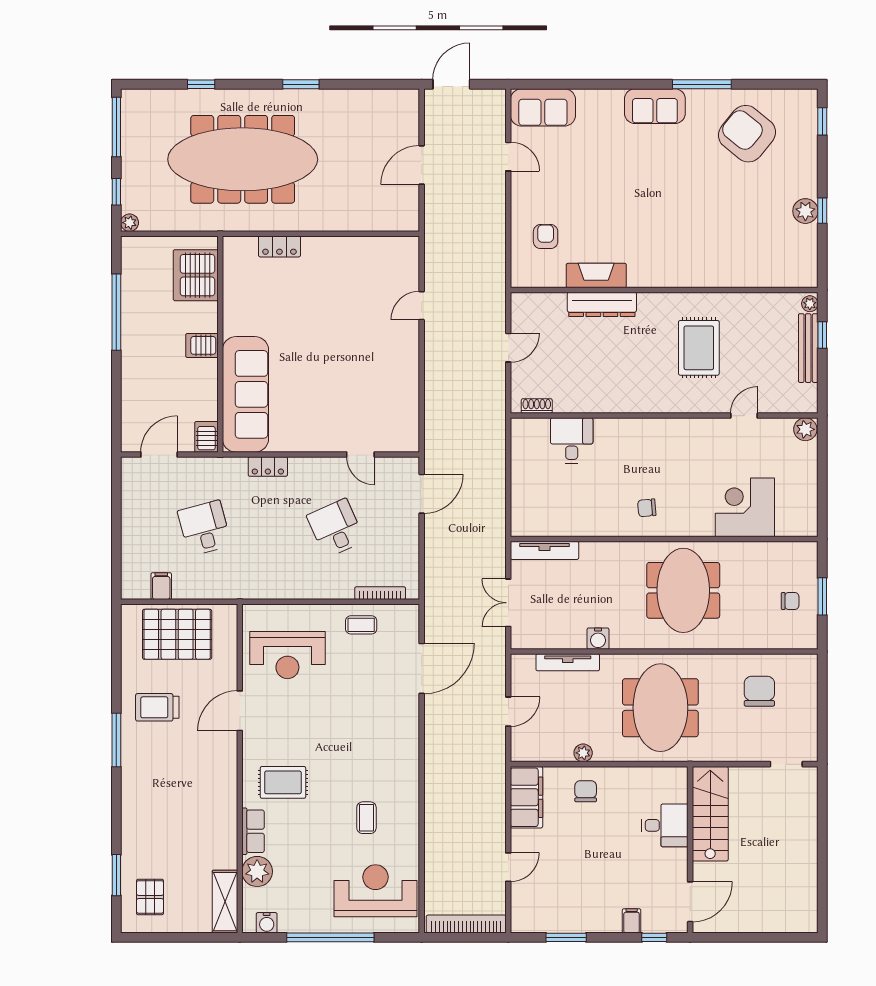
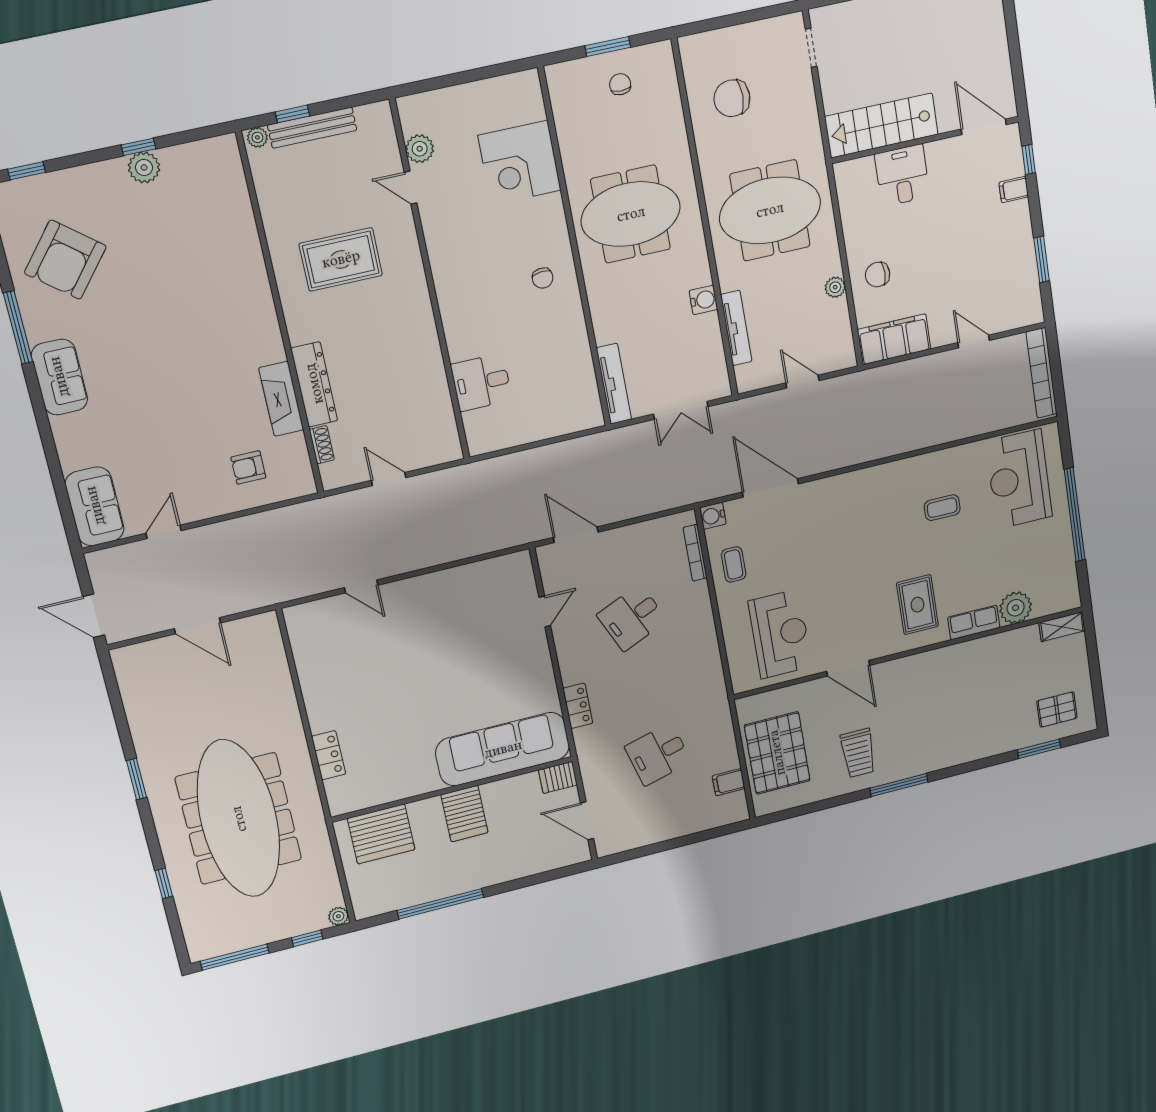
server rack: (202, 345) -> (465, 814), width x1.36, depth x1.44
shoe rack: (537, 406) -> (322, 445), moved, turned 180
plant: (805, 429) -> (420, 149), moved
shelving: (225, 902) -> (1062, 627), width x0.67, depth x0.75
water cooler: (267, 923) -> (713, 516), moved, turned 180

